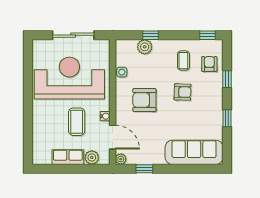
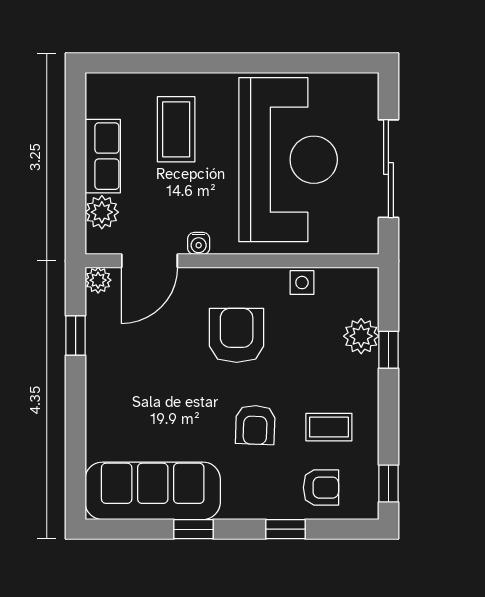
coffee table: (77, 122) -> (176, 129), moved, turned 90
sofa: (194, 152) -> (153, 491), moved, turned -90

